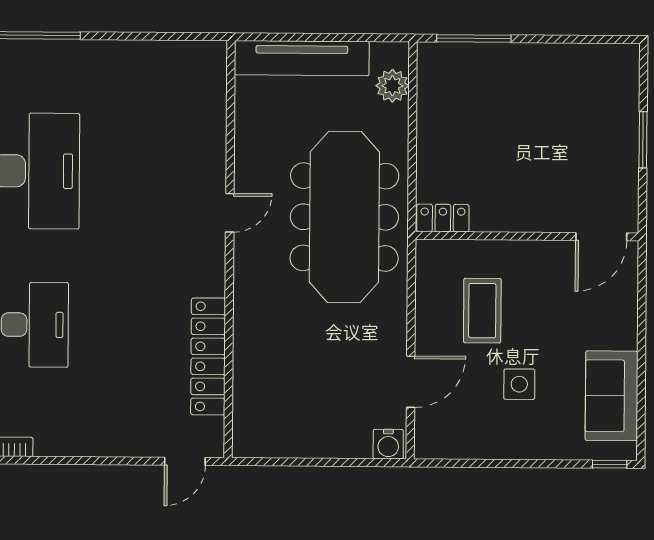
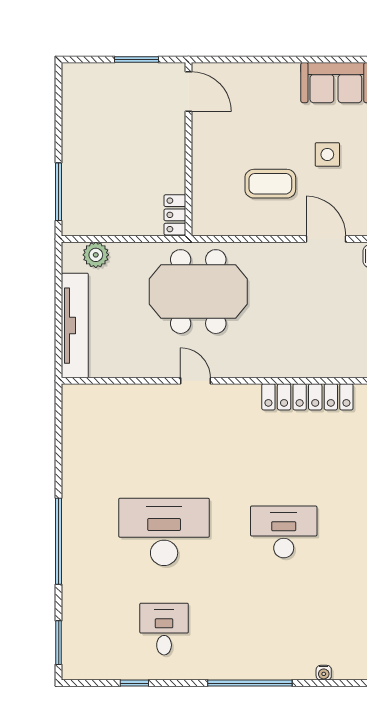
meeting table: (344, 217) -> (198, 292), width x0.73
locker: (443, 218) -> (175, 215), moved
wall: (527, 236) -> (188, 149), moved
door: (601, 237) -> (188, 92), moved

